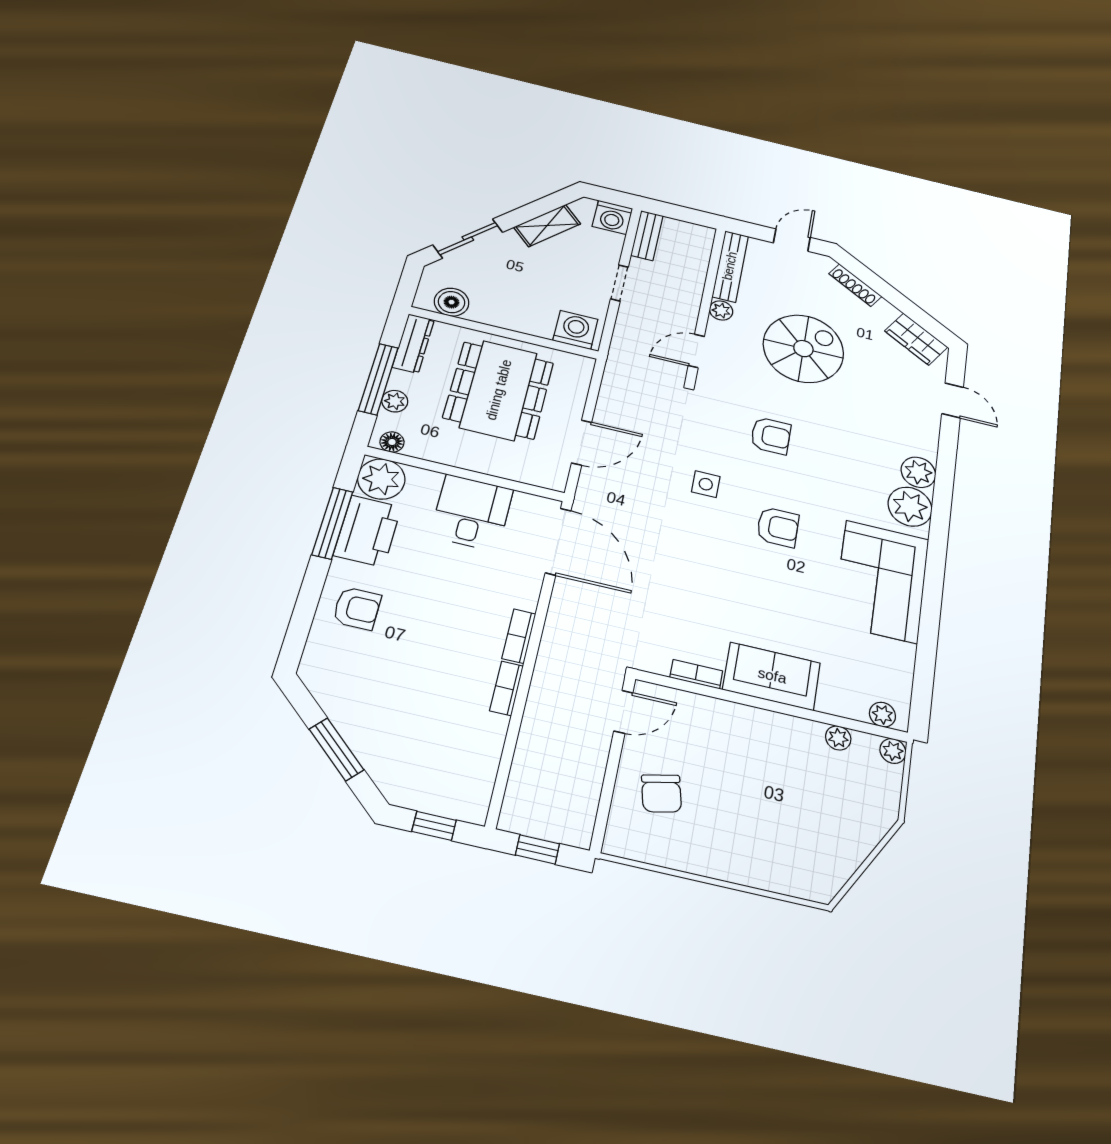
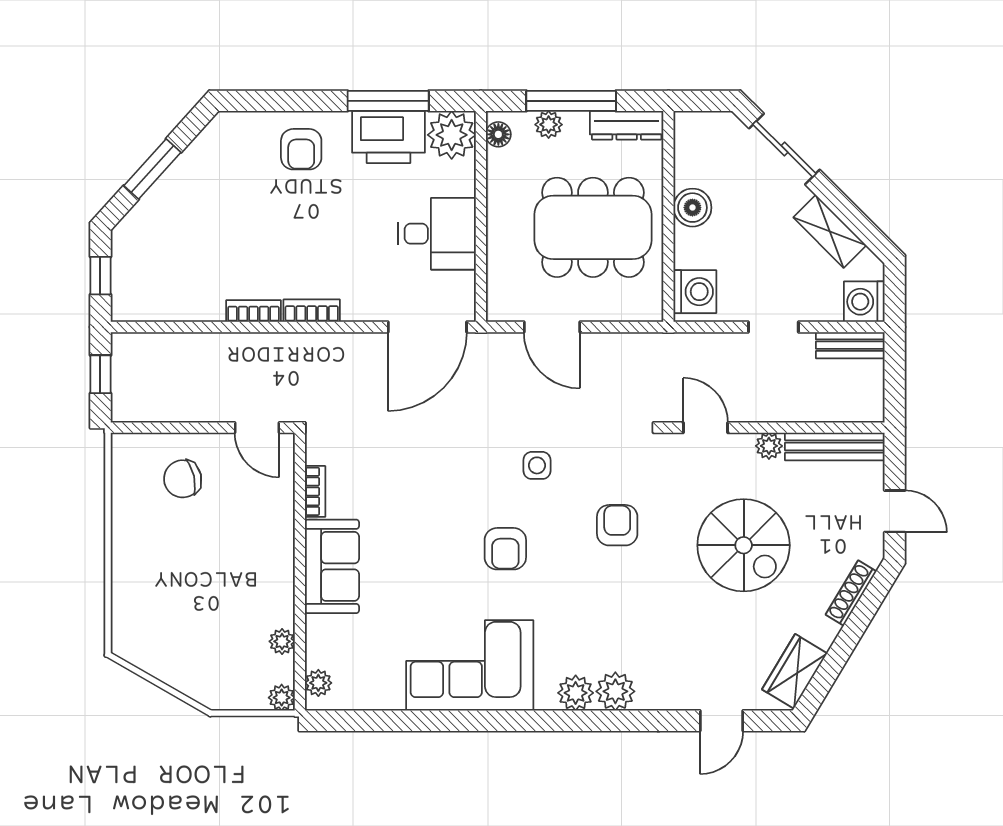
boiler: (452, 302) -> (692, 208), moved
armchair: (771, 436) -> (617, 525), turned 180
plant: (910, 507) -> (576, 693), width x0.73, depth x0.73

